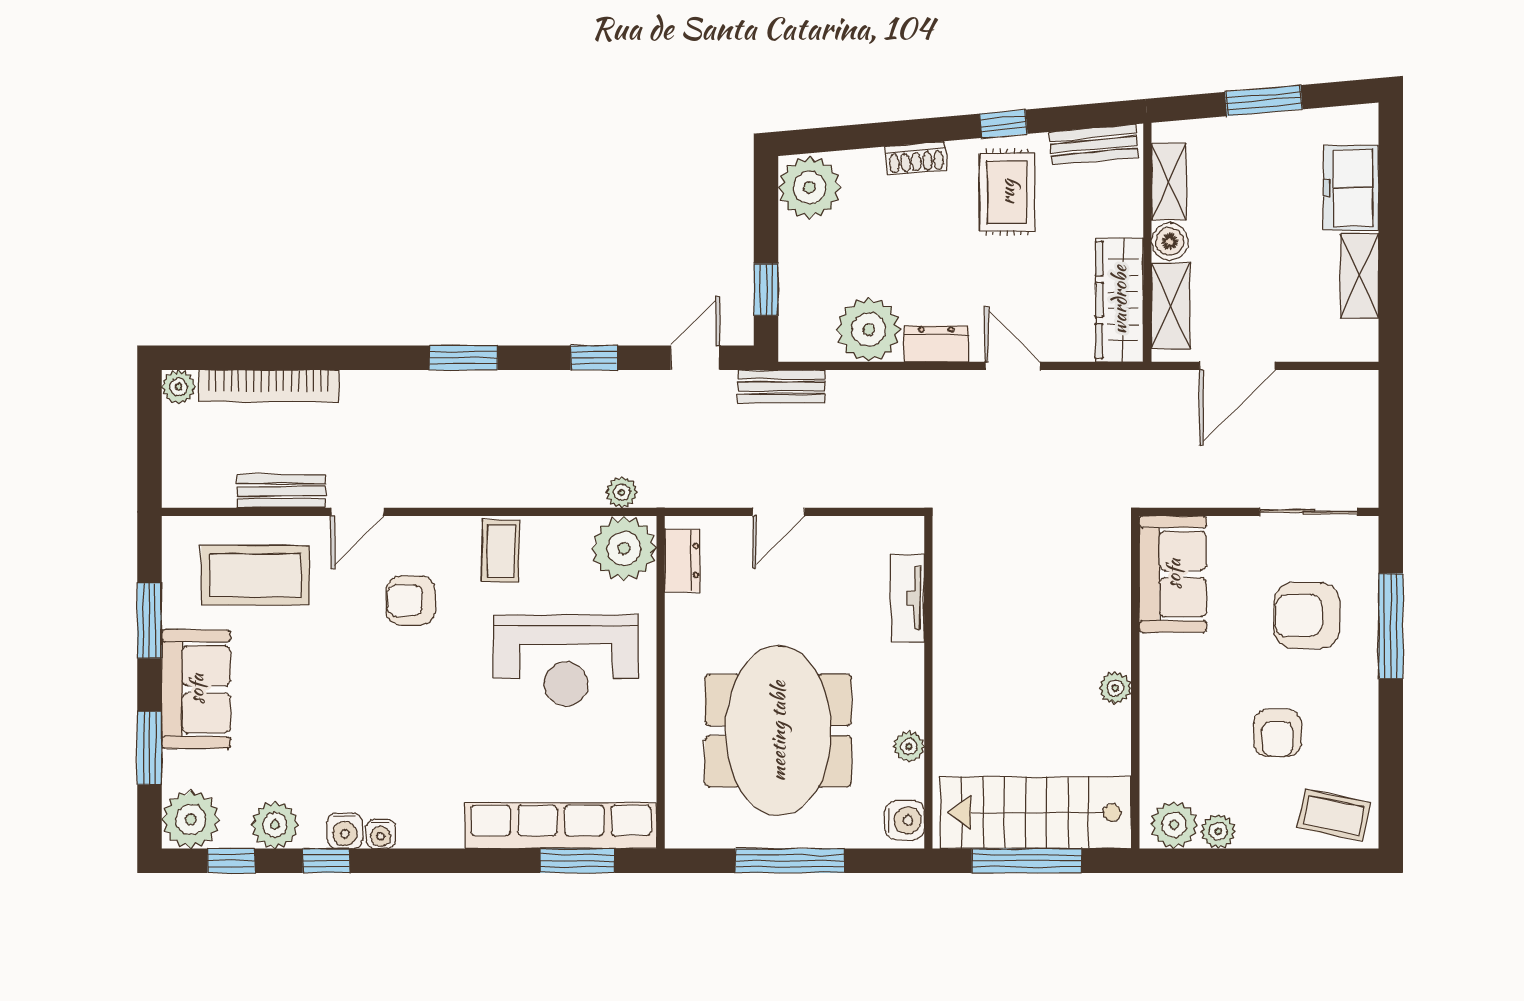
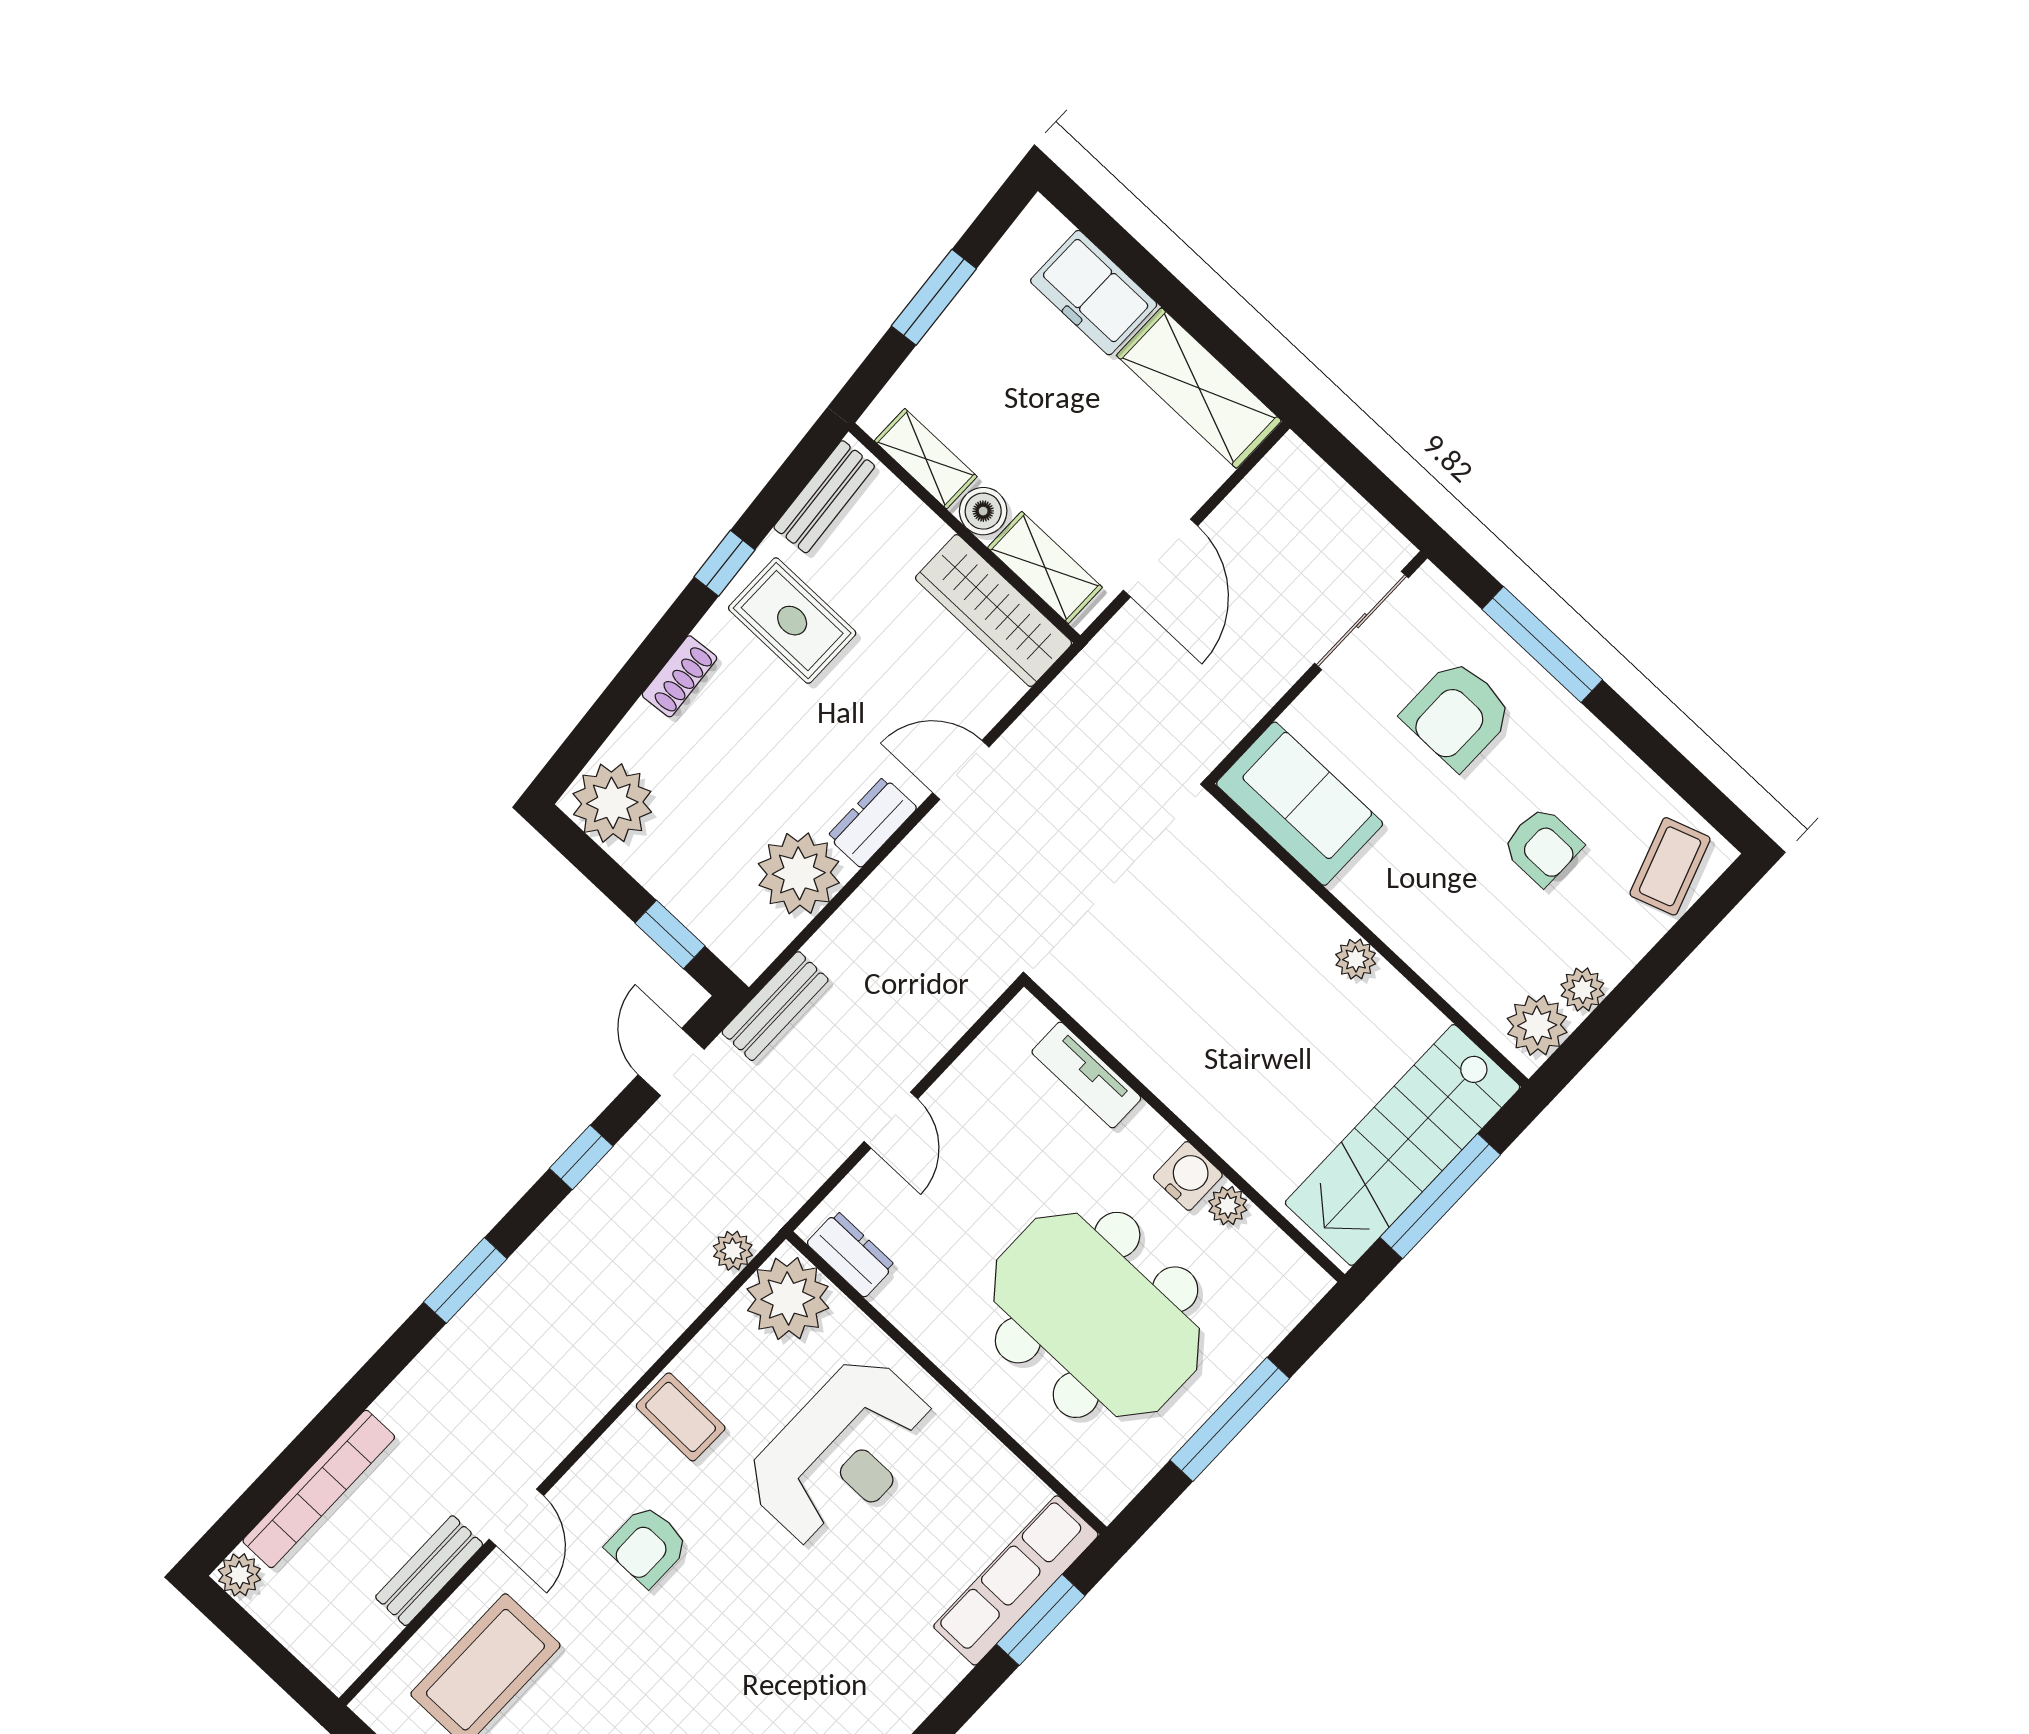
shelving: (1359, 276) -> (1199, 388), width x1.50, depth x1.33
coffee table: (1334, 815) -> (1670, 866), turned -31
water cooler: (905, 820) -> (1188, 1176), moved
row of seats: (561, 826) -> (1016, 1580), width x0.73

